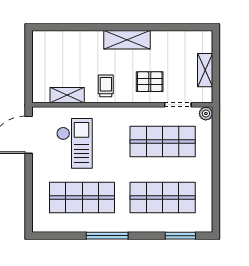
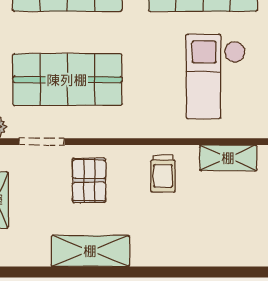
shelving: (127, 40) -> (90, 251), moved
pallet: (150, 82) -> (89, 180), turned 90

